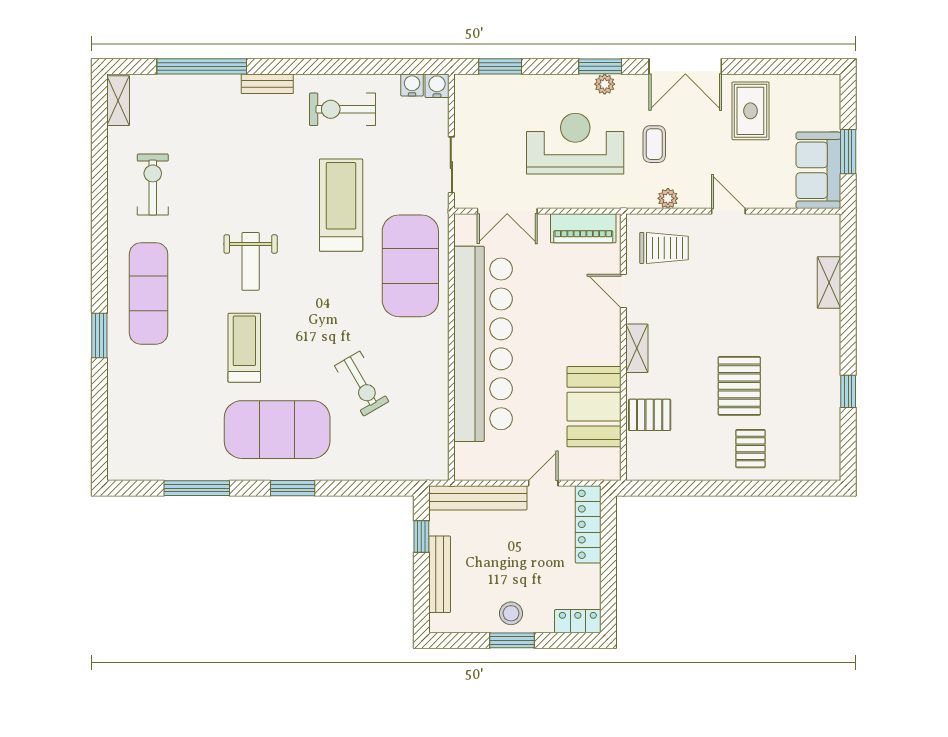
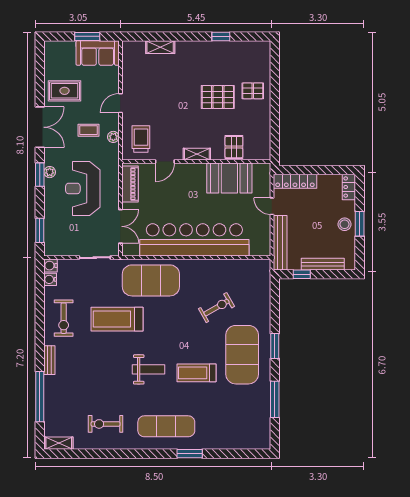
coffee table: (654, 144) -> (88, 130), moved

